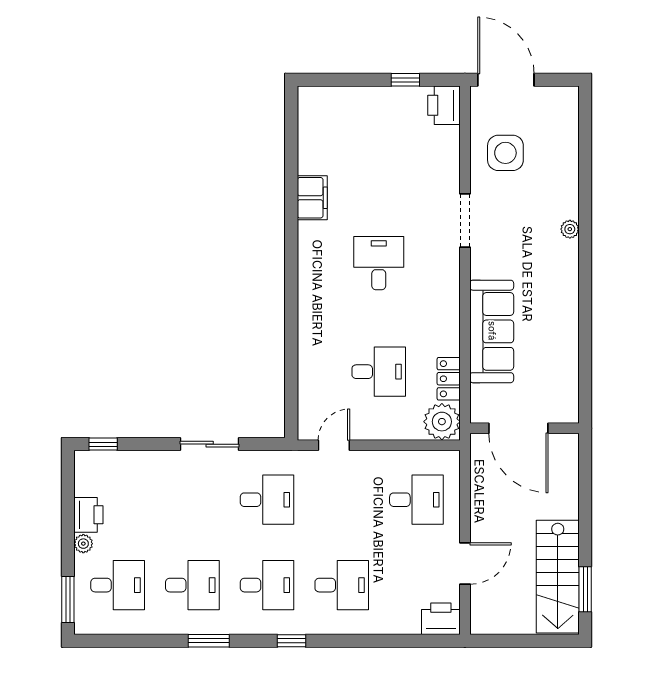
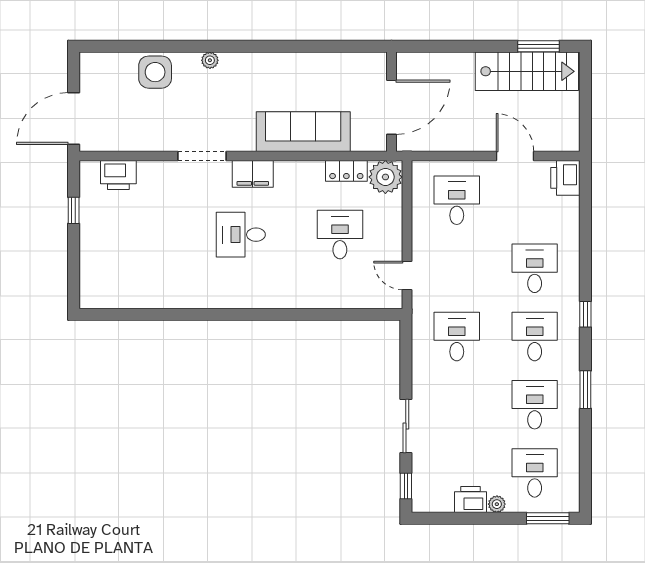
printer: (444, 105) -> (118, 175), moved
side table: (505, 153) -> (155, 72), moved
filing cabinet: (312, 198) -> (253, 174), moved, turned 180
sliding door: (210, 444) -> (406, 426), moved

